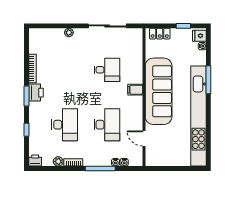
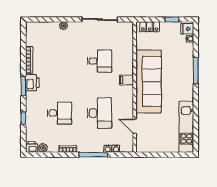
kitchen unit: (198, 116) -> (186, 127), width x0.54
desk: (65, 125) -> (59, 113), width x0.73
plant: (58, 161) -> (43, 148), moved

